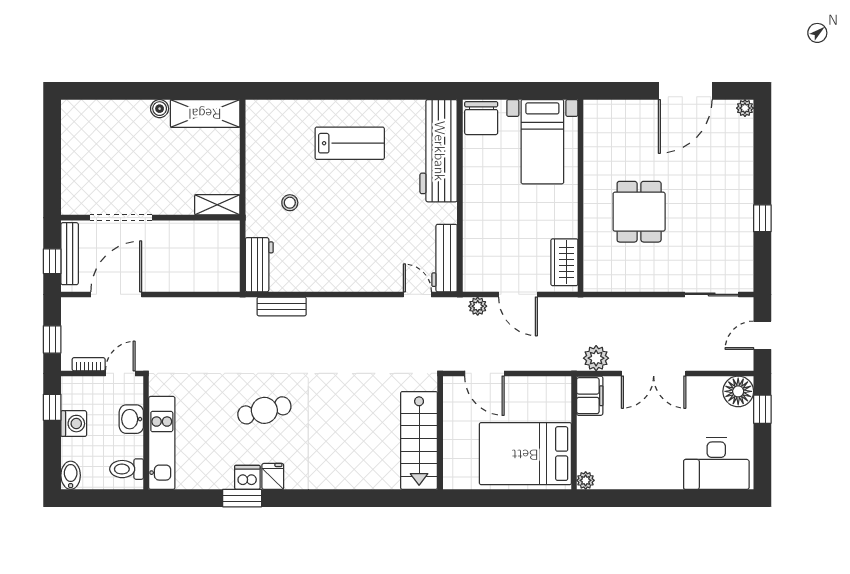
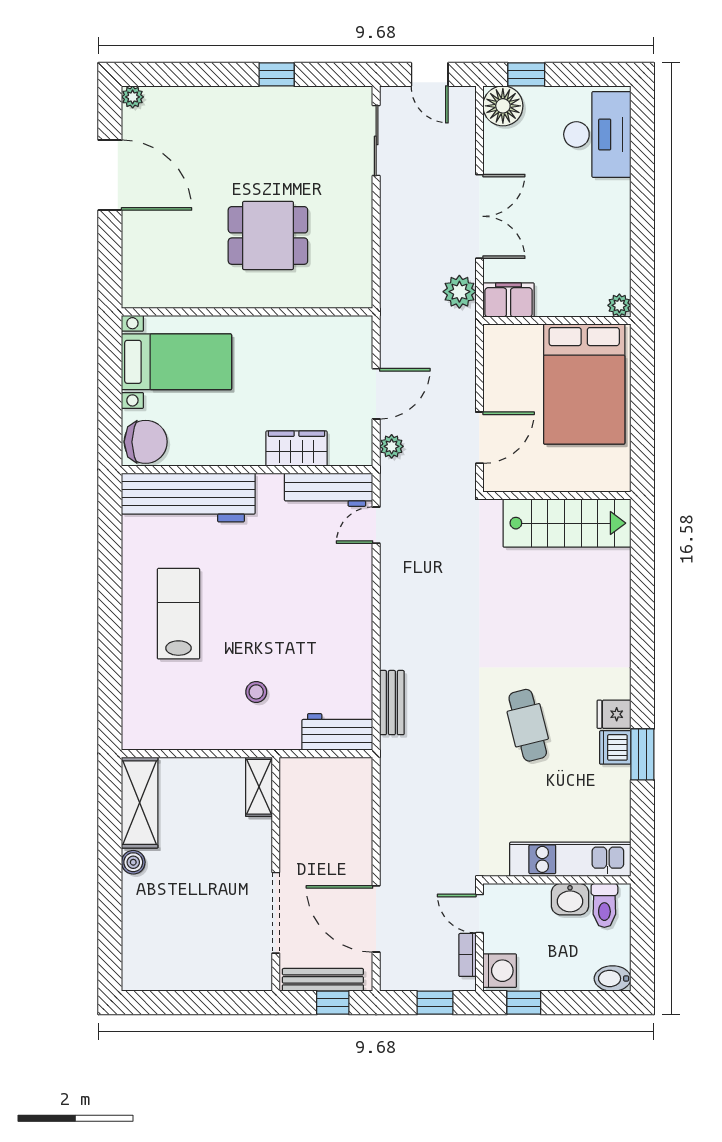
wardrobe: (564, 262) -> (297, 449), moved, turned 180
washbasin: (131, 419) -> (570, 899), moved
washing machine: (74, 424) -> (500, 971), moved, turned 90

